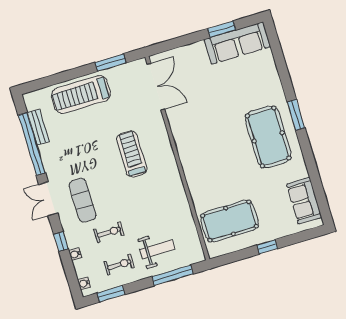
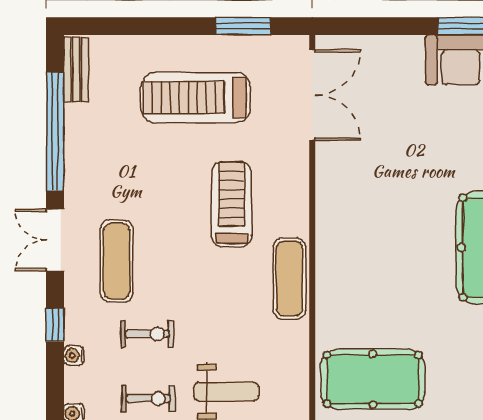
treadmill: (81, 95) -> (196, 98), moved
bench: (38, 127) -> (76, 70), moved
exercise mat: (172, 183) -> (289, 279), added

